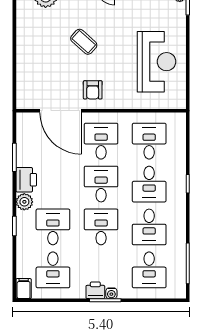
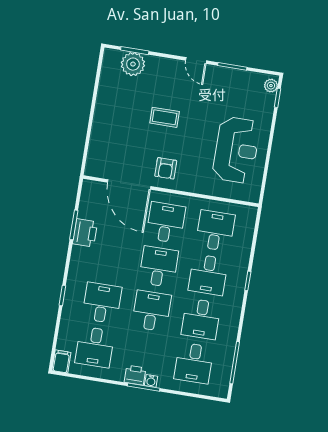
coffee table: (84, 42) -> (165, 117), turned -42
printer: (26, 180) -> (85, 233), moved
plant: (24, 202) -> (77, 272), removed

